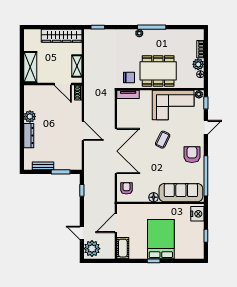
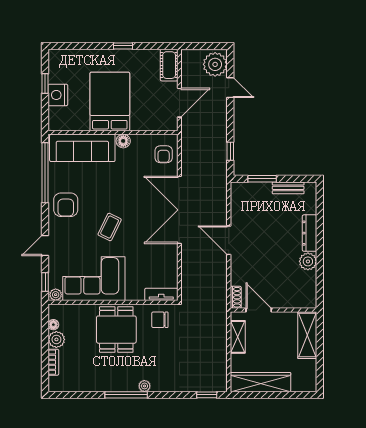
dining table: (158, 71) -> (116, 330), width x0.73
nightstand: (197, 214) -> (58, 95), moved
bed: (161, 239) -> (110, 101), moved, turned 180

